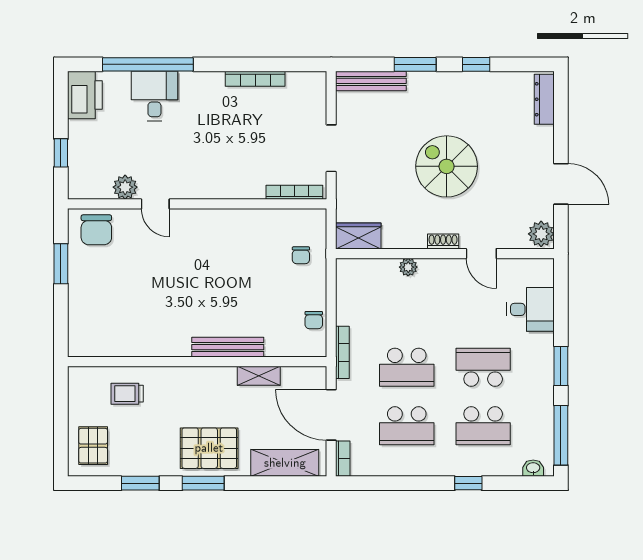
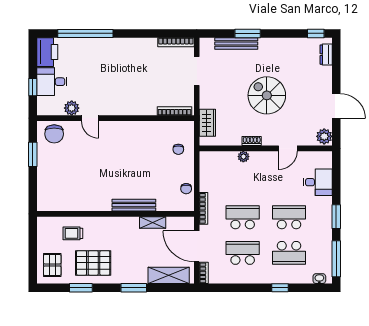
window: (476, 64) -> (316, 33), moved
bookcase: (255, 79) -> (176, 42), moved
bench: (371, 81) -> (236, 44), moved
desk: (154, 96) -> (52, 82), moved, turned -90
dresser: (544, 99) -> (326, 55), width x0.70
doorway: (331, 148) -> (197, 71), moved
wardrobe: (358, 236) -> (207, 123), moved, turned 90
shoe rack: (443, 241) -> (252, 141), moved
door: (481, 254) -> (288, 148), hinge flipped
school desk: (407, 367) -> (243, 217), turned 180
school desk: (407, 426) -> (243, 253), turned 180
pallet: (209, 448) -> (93, 263), moved
window: (203, 483) -> (134, 288), moved

